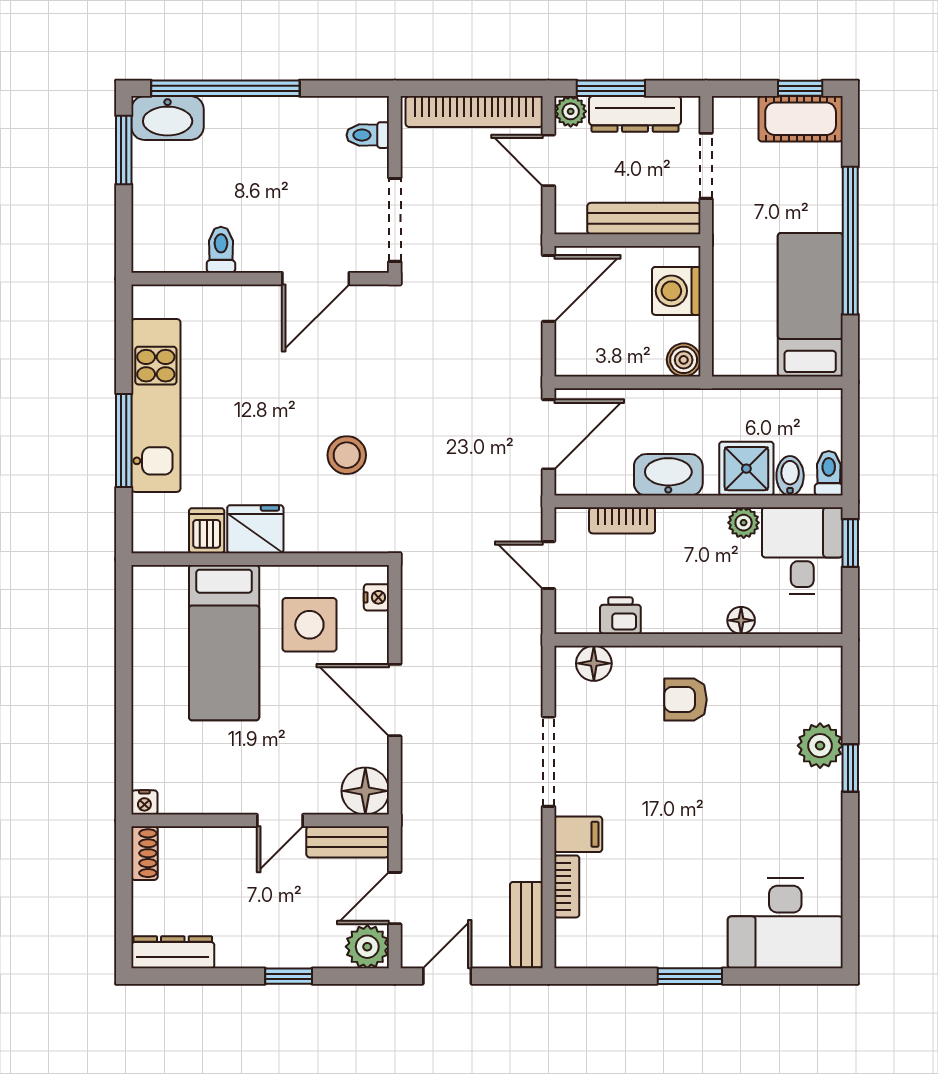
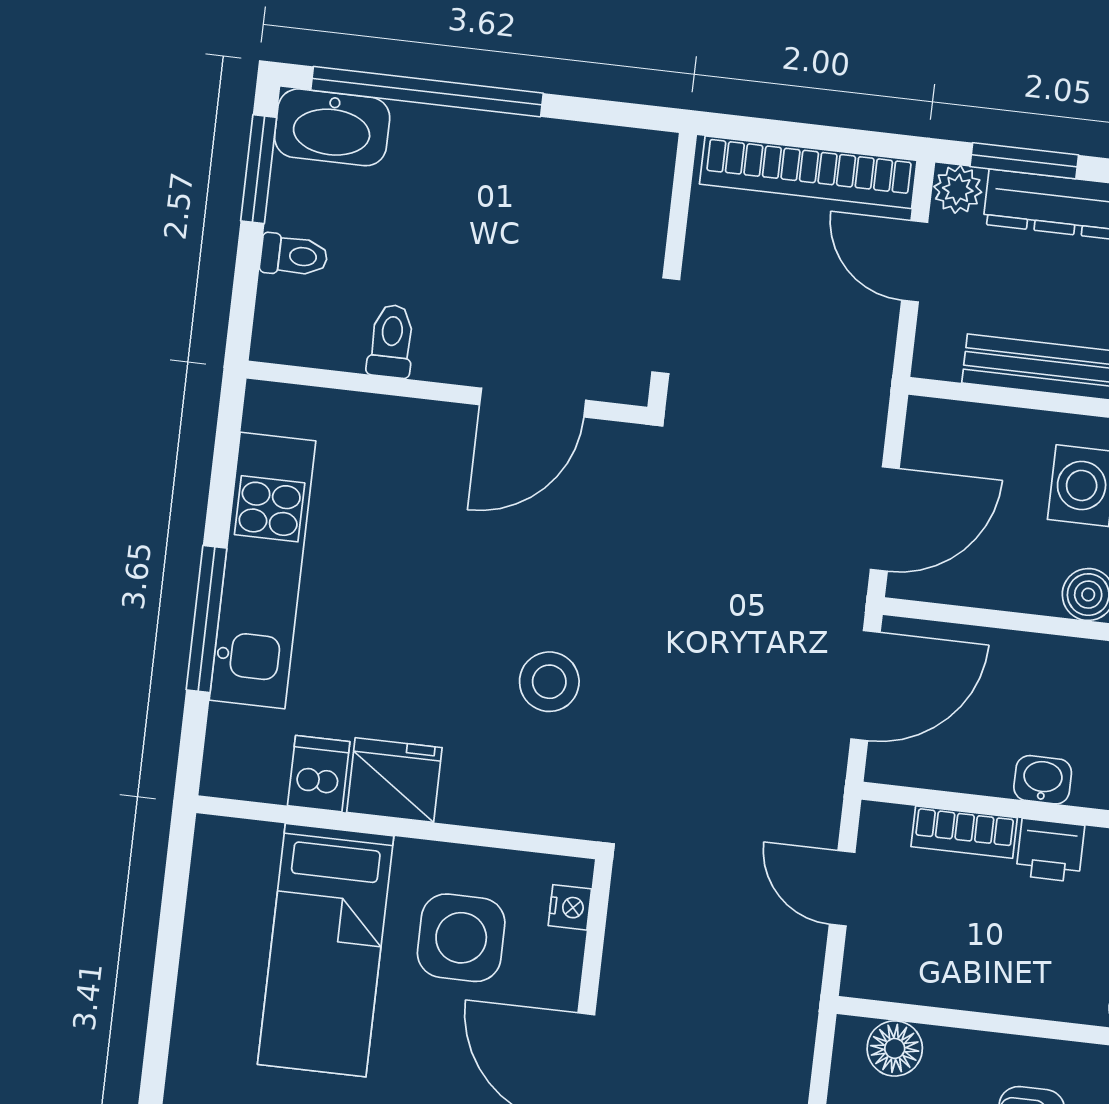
toilet: (368, 135) -> (294, 256), moved, turned 180
doorway: (395, 220) -> (666, 326), width x0.73
door: (548, 288) -> (885, 519), moved
washbasin: (668, 475) -> (1043, 780), width x0.52, depth x0.69
printer: (620, 616) -> (1050, 850), moved, turned 180

